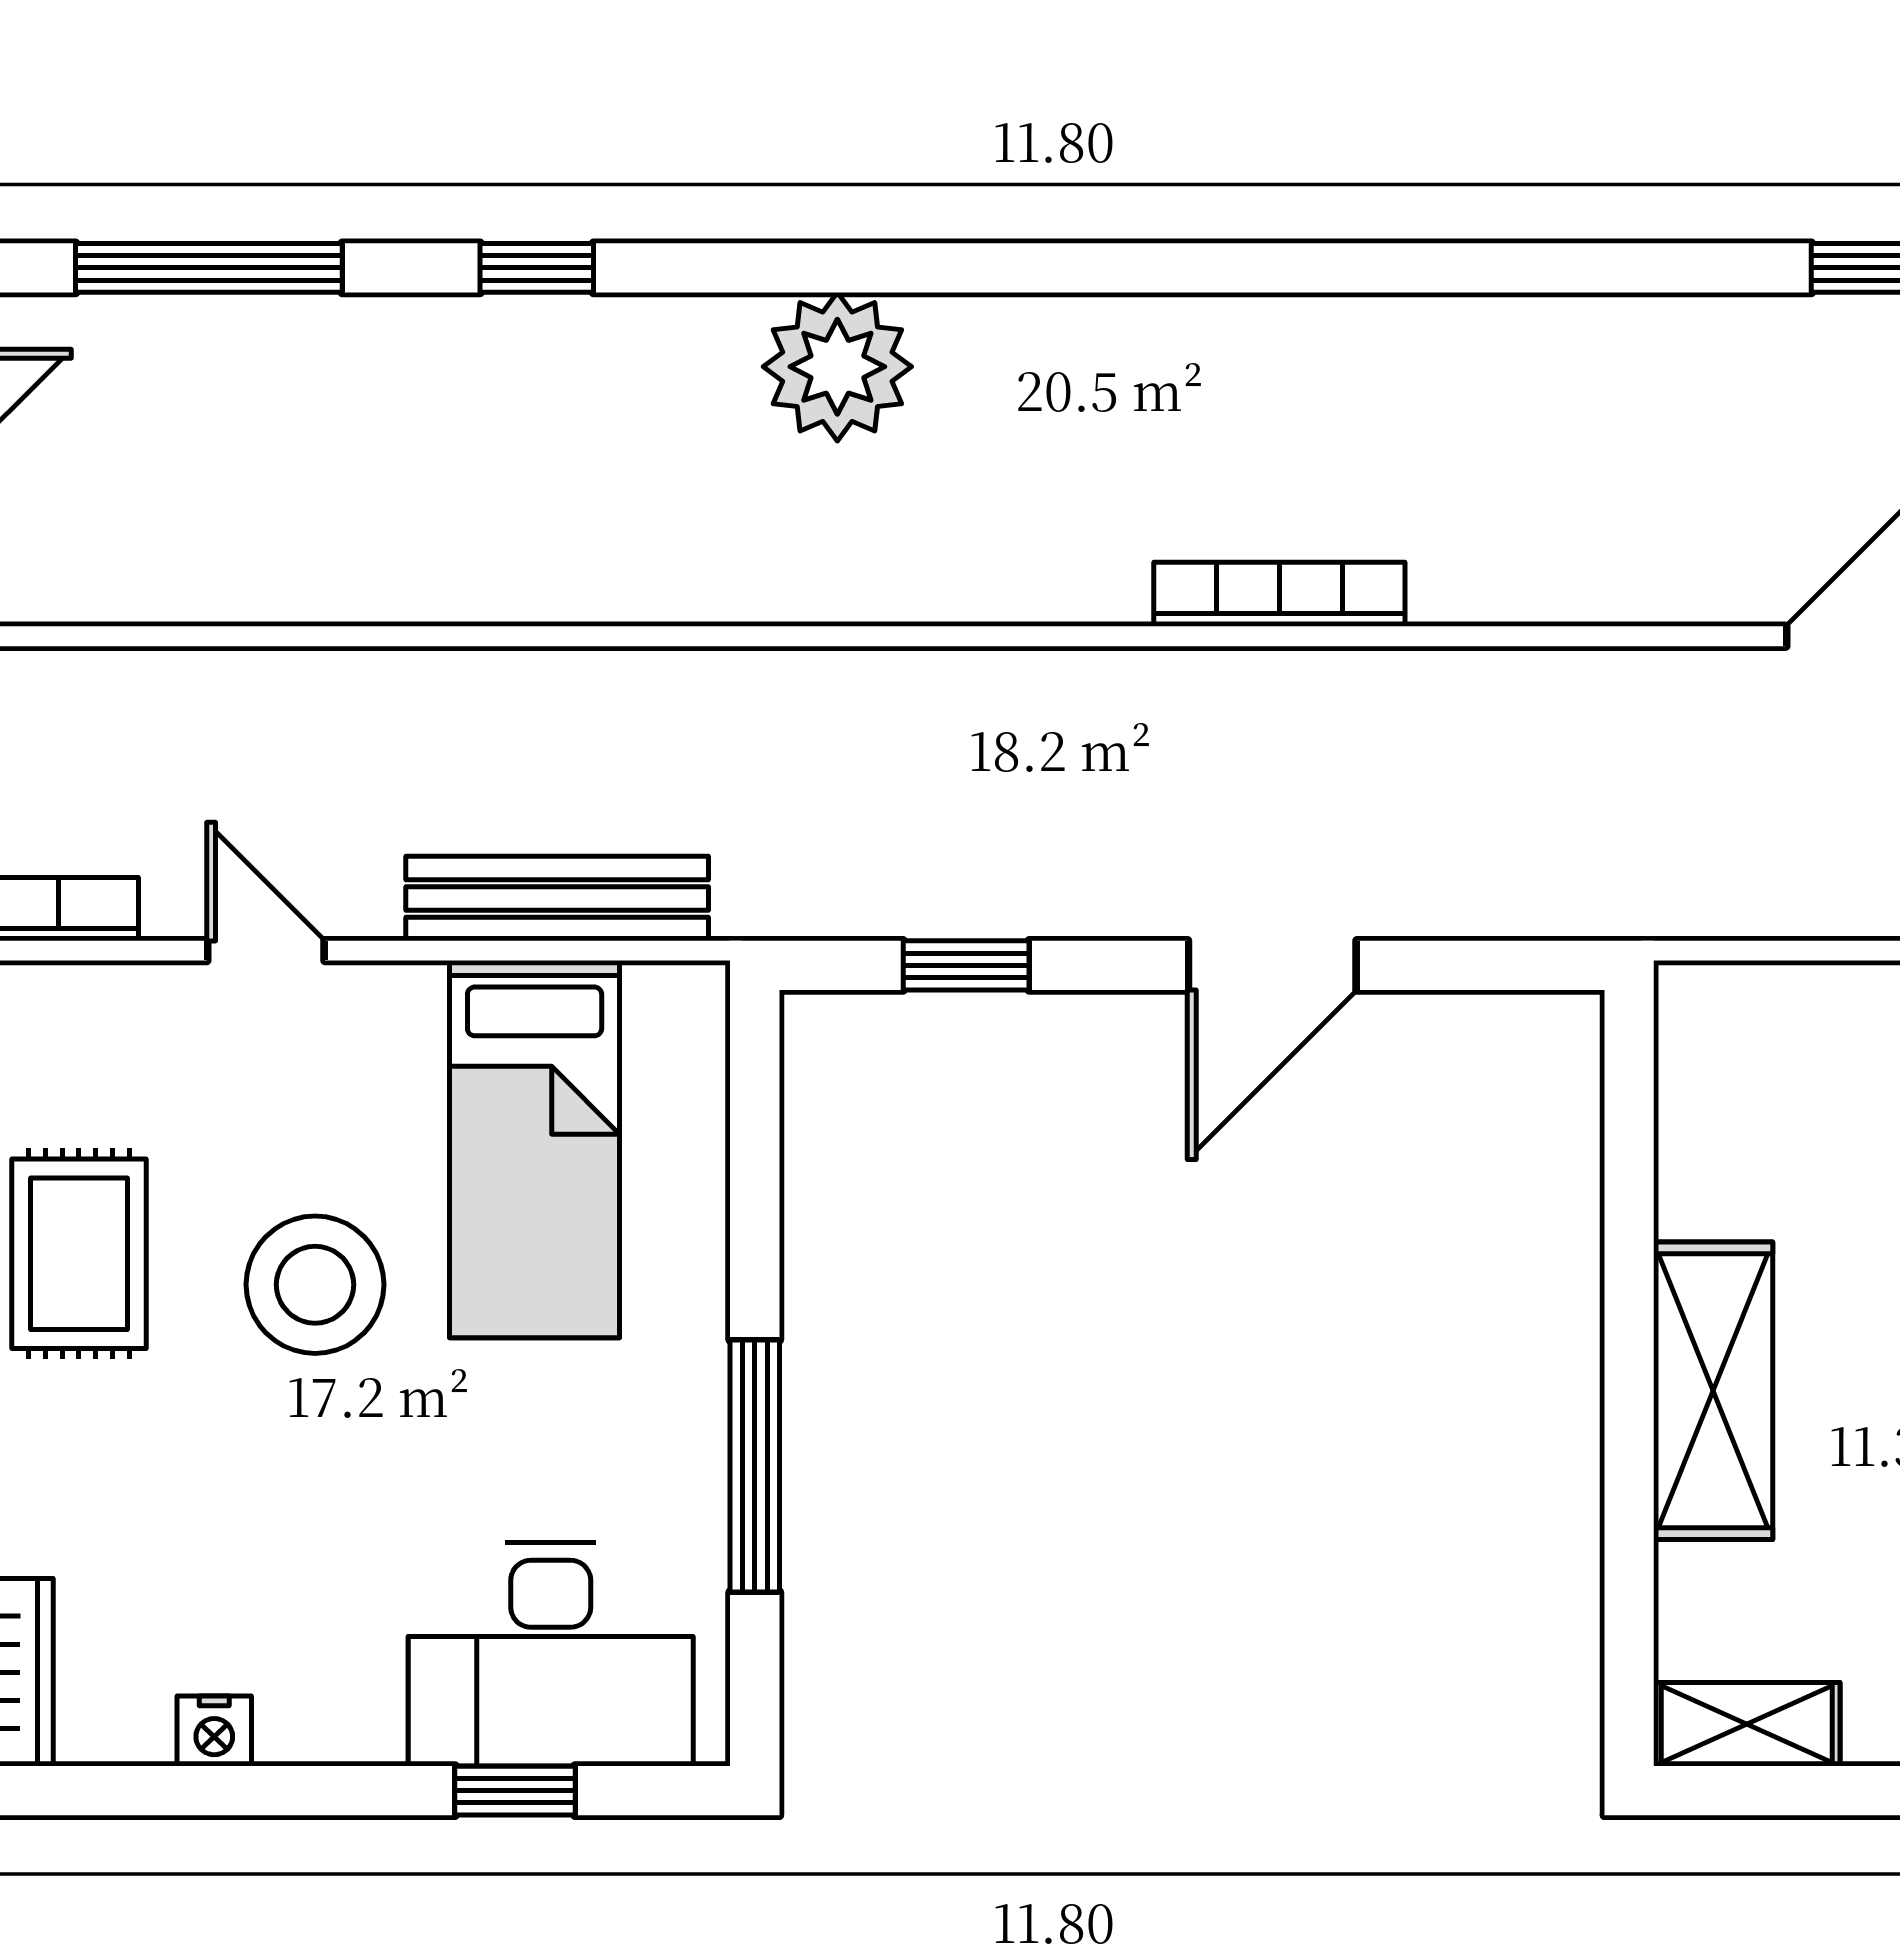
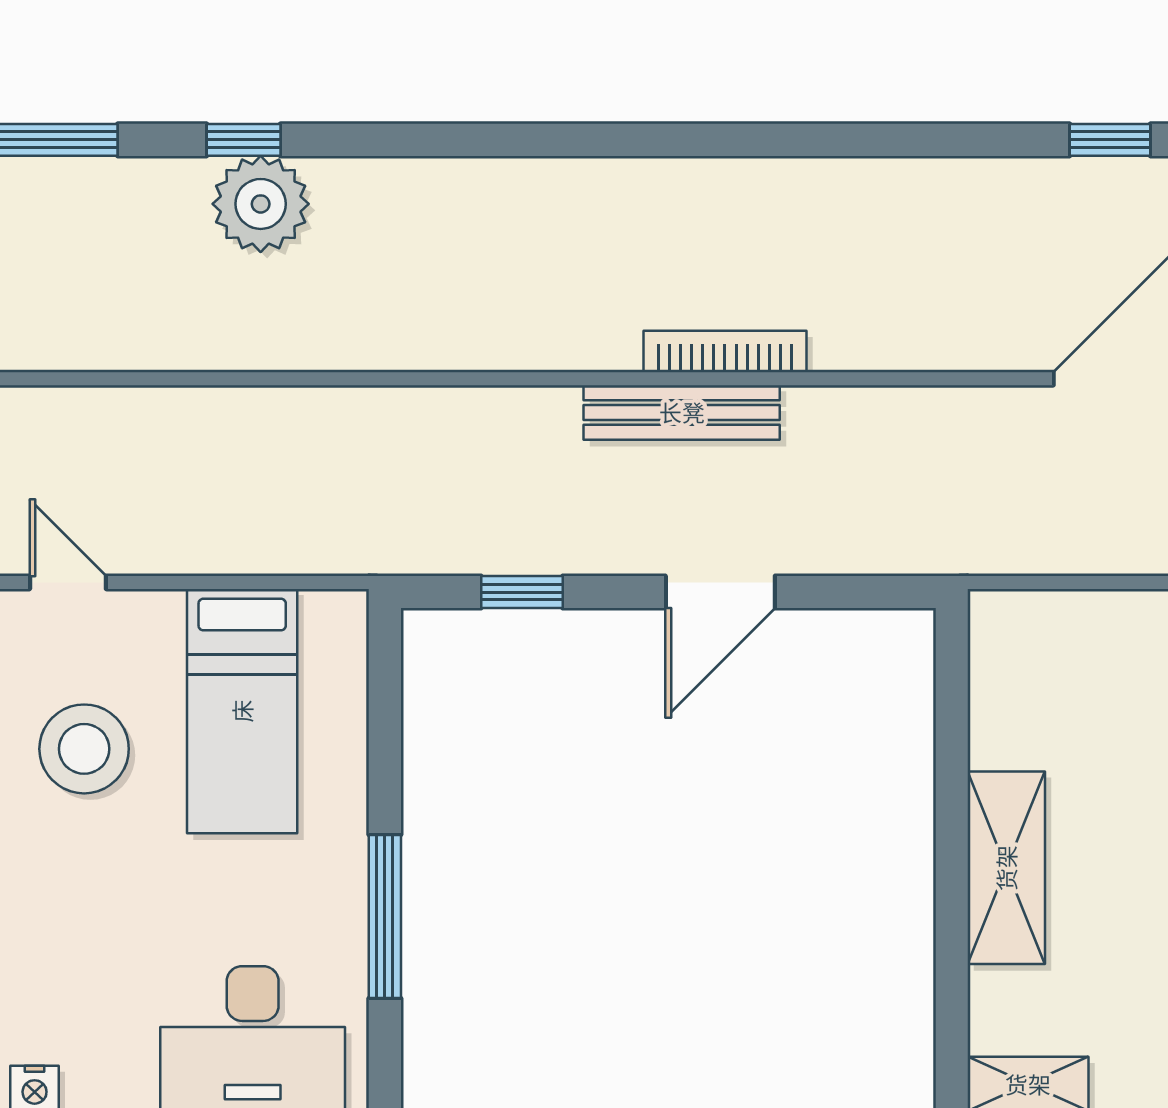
plant: (837, 367) -> (261, 204), moved
bench: (557, 898) -> (682, 412), moved
stool: (315, 1285) -> (84, 749), moved

